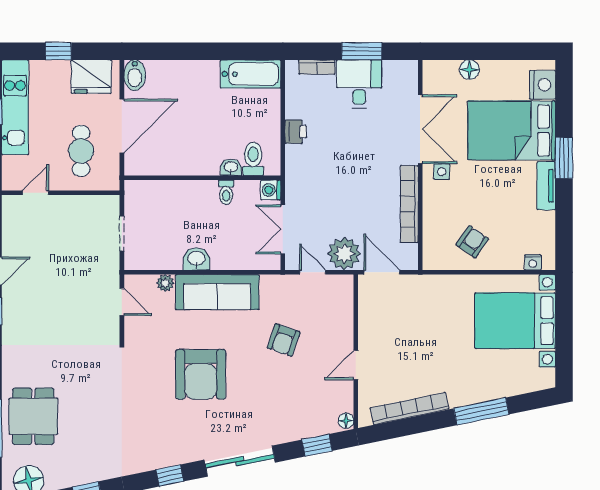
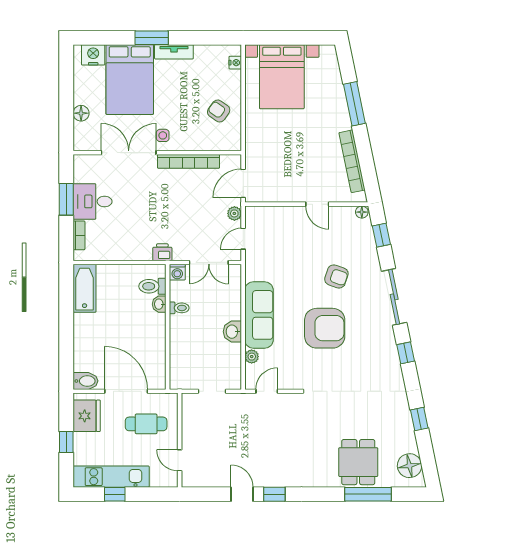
printer: (296, 132) -> (162, 252), moved
plant: (344, 254) -> (234, 213), width x0.53, depth x0.53
armchair: (284, 340) -> (336, 276), moved
dining table: (33, 416) -> (358, 462), turned 90

